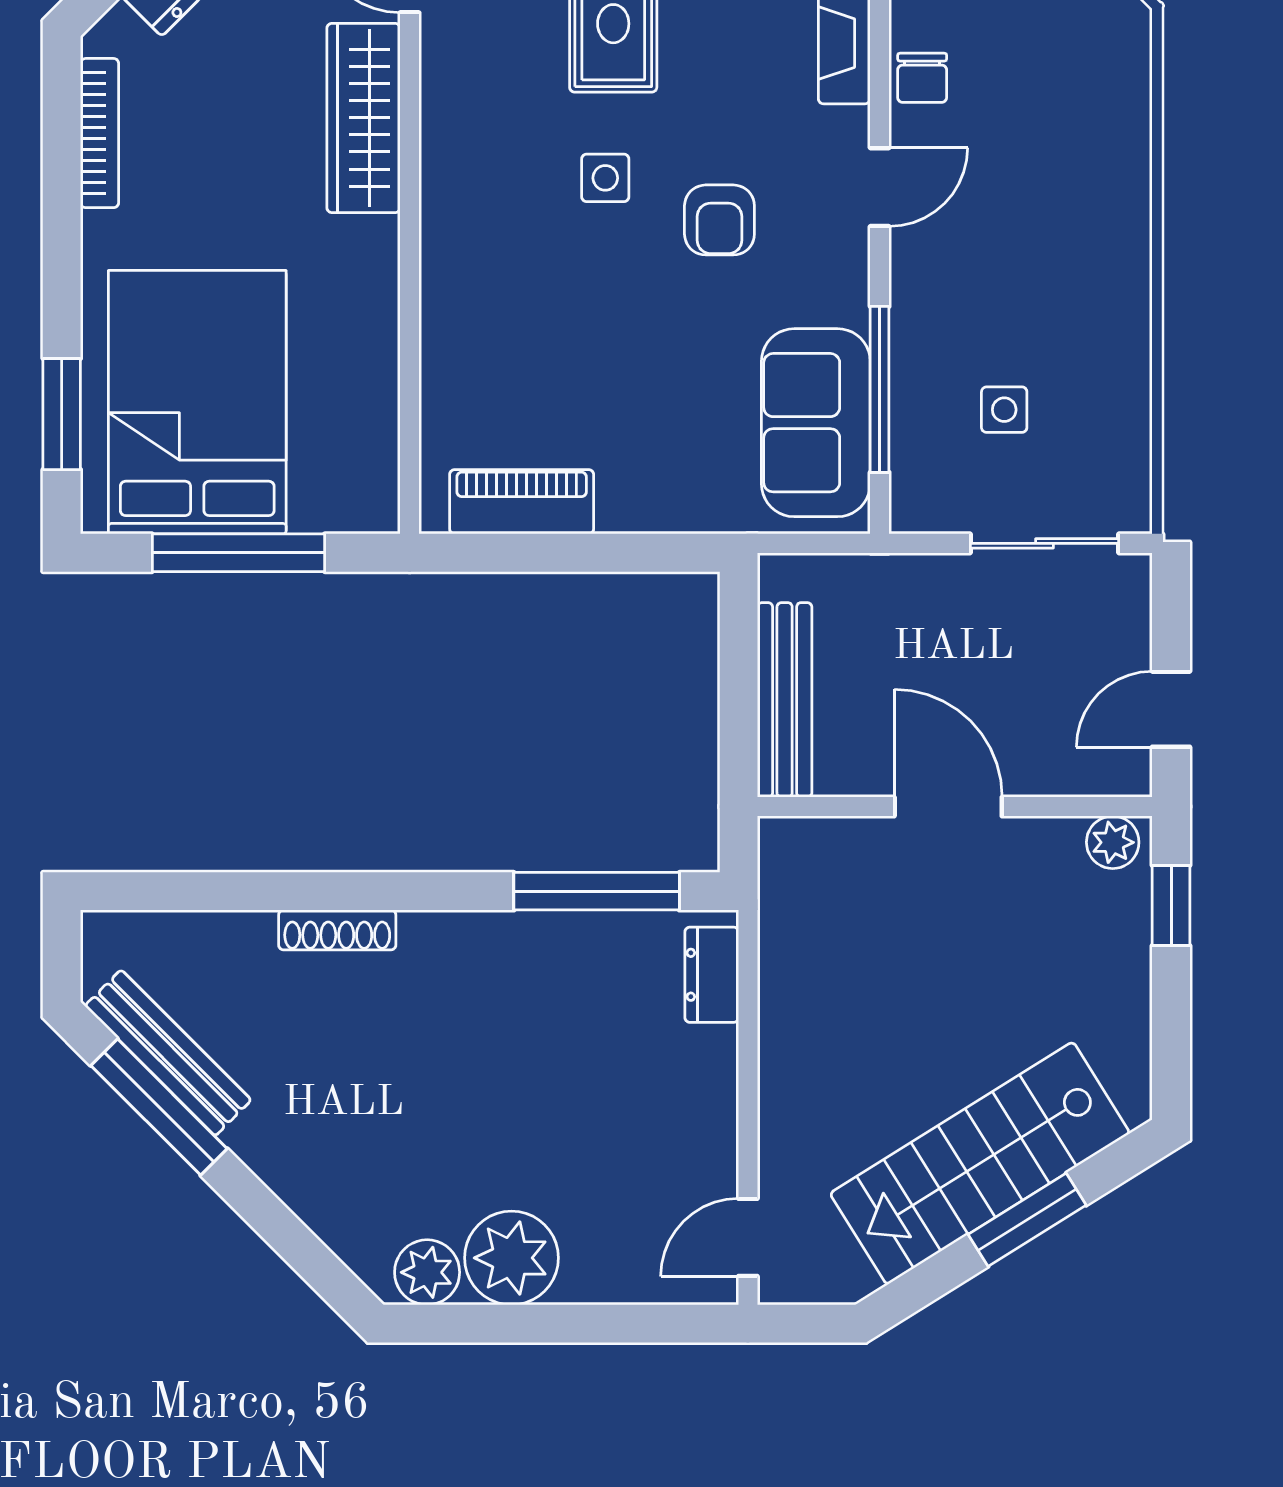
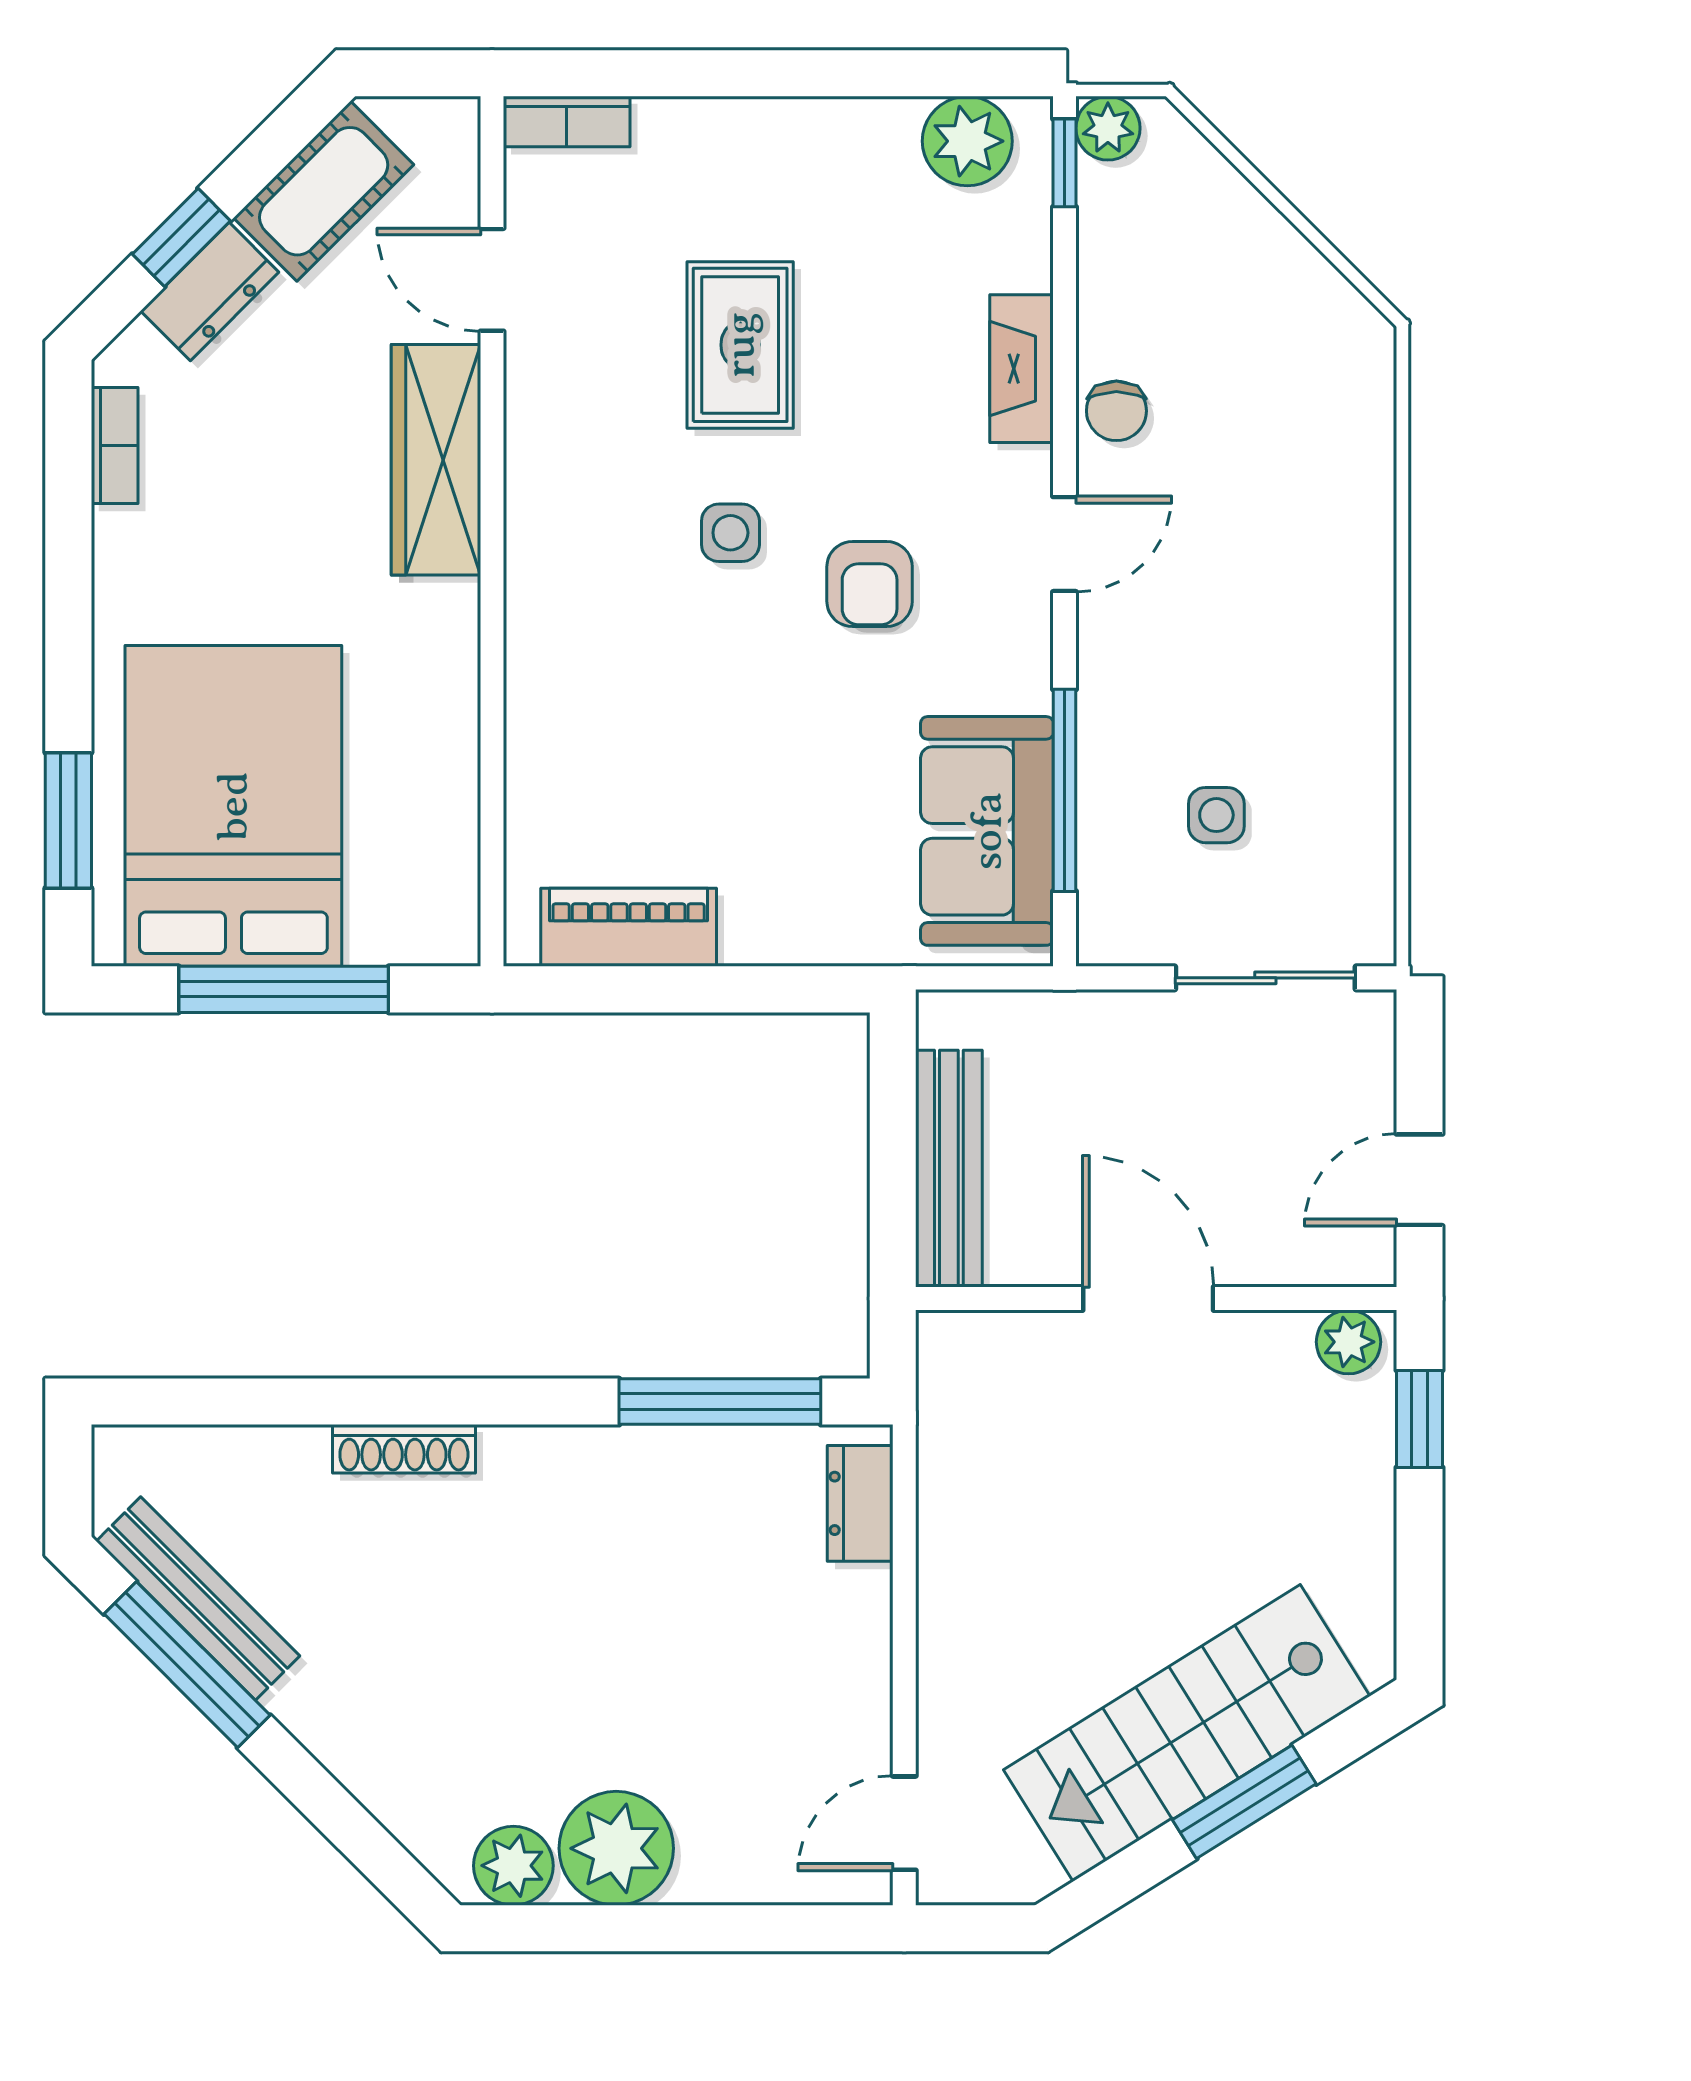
bookcase: (100, 133) -> (115, 445), width x0.64

